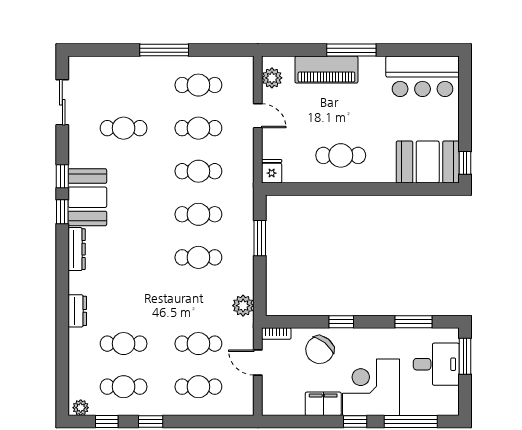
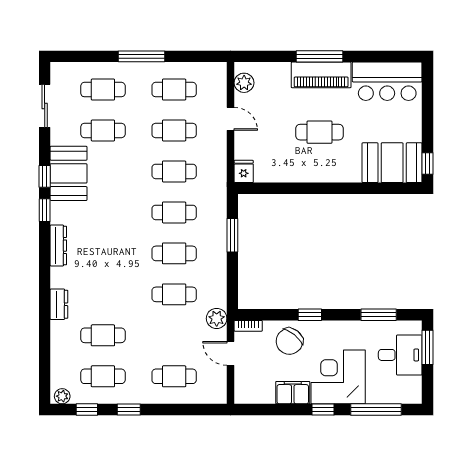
piano: (326, 70) -> (321, 75), moved
cafe table: (124, 85) -> (103, 90), added
cafe table: (341, 155) -> (320, 132), moved
booth: (87, 197) -> (69, 173), moved
plant: (243, 306) -> (217, 318), moved
cafe table: (198, 344) -> (174, 294), moved

